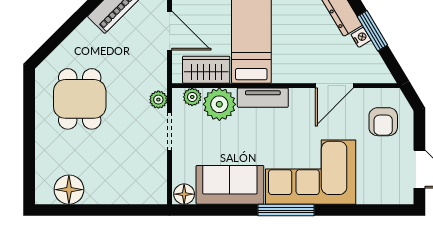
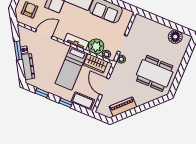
dining table: (80, 99) -> (155, 73), width x1.38
floor lamp: (184, 194) -> (127, 14), removed

